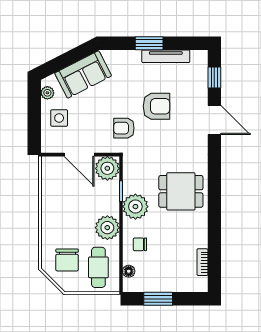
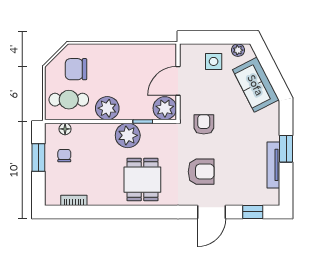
armchair: (156, 106) -> (201, 172), moved, turned -90
chair: (140, 244) -> (64, 156), moved

